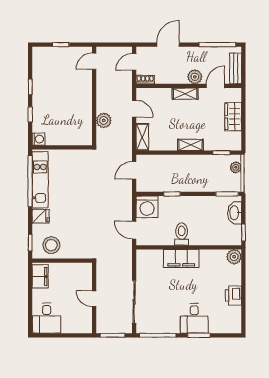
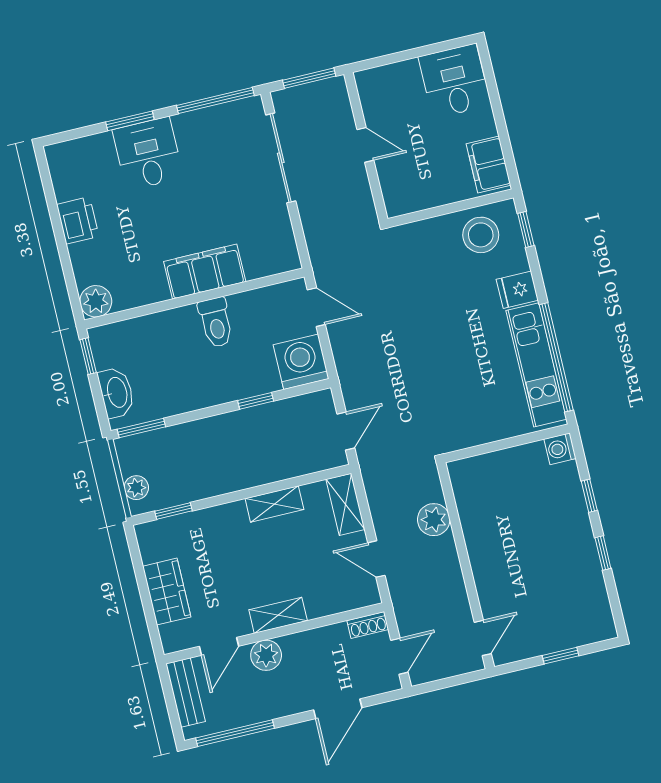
shelving: (191, 145) -> (274, 504), moved

